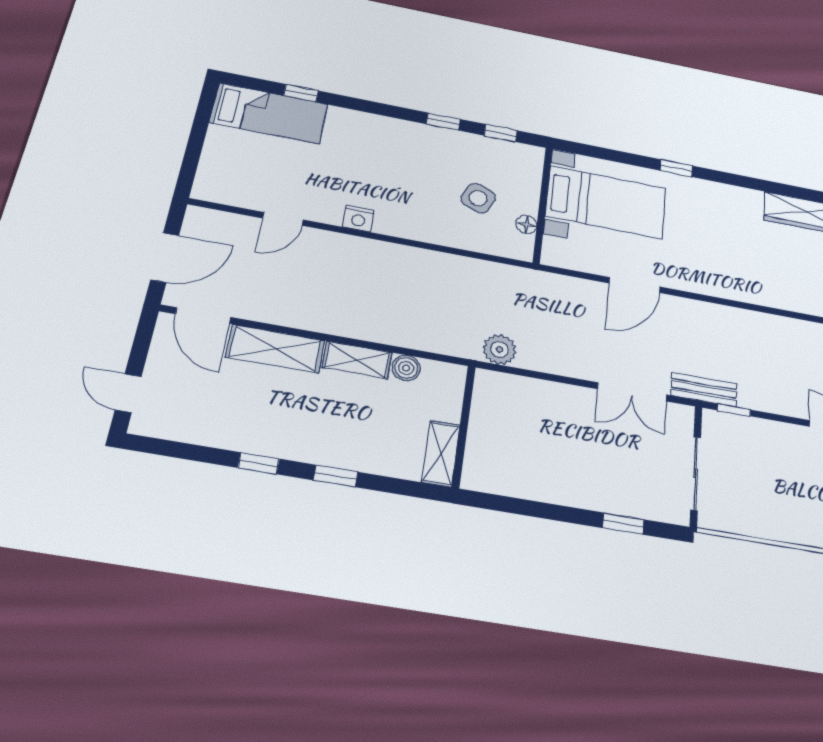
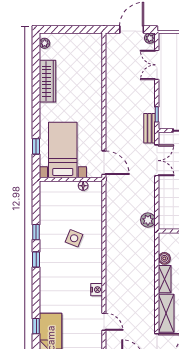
bed with nightstands: (606, 202) -> (63, 150), moved
wall: (543, 205) -> (71, 179), moved
floor lamp: (526, 224) -> (83, 186), moved

